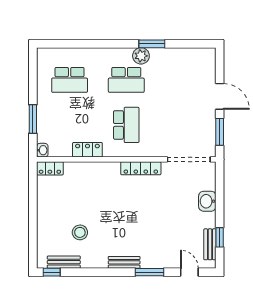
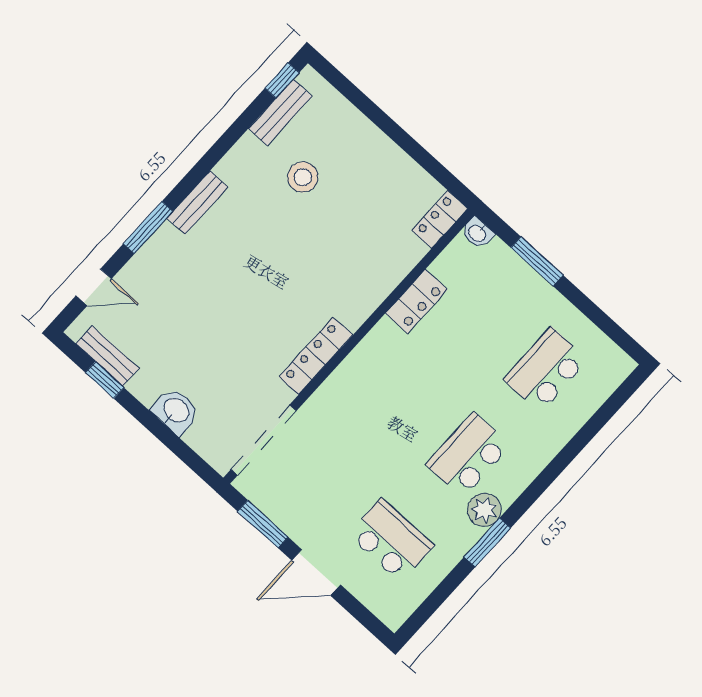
school desk: (126, 125) -> (391, 540), moved, turned 180

